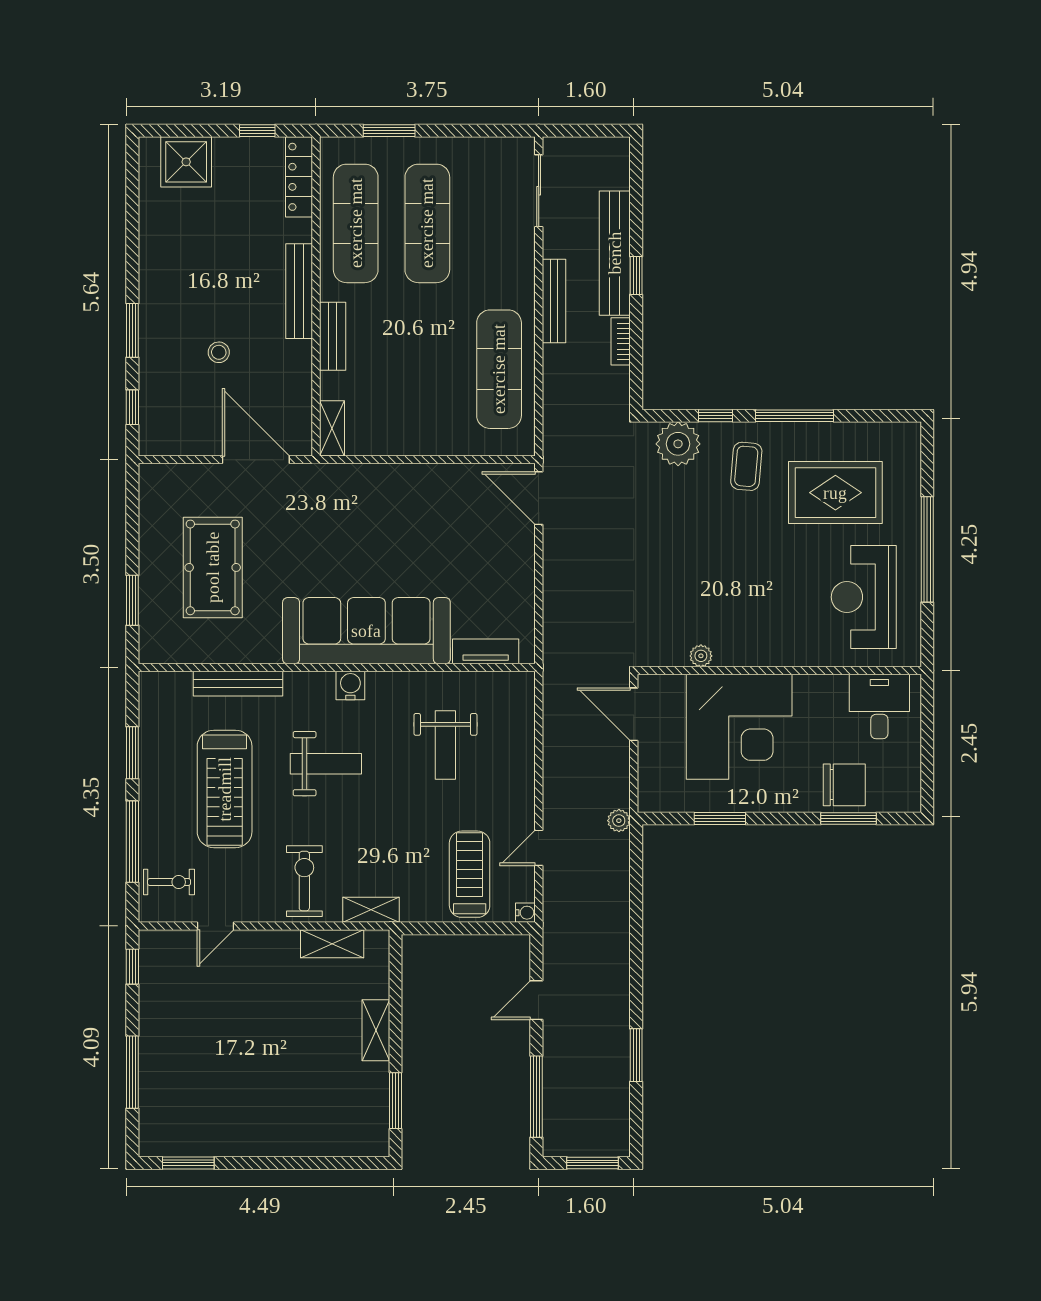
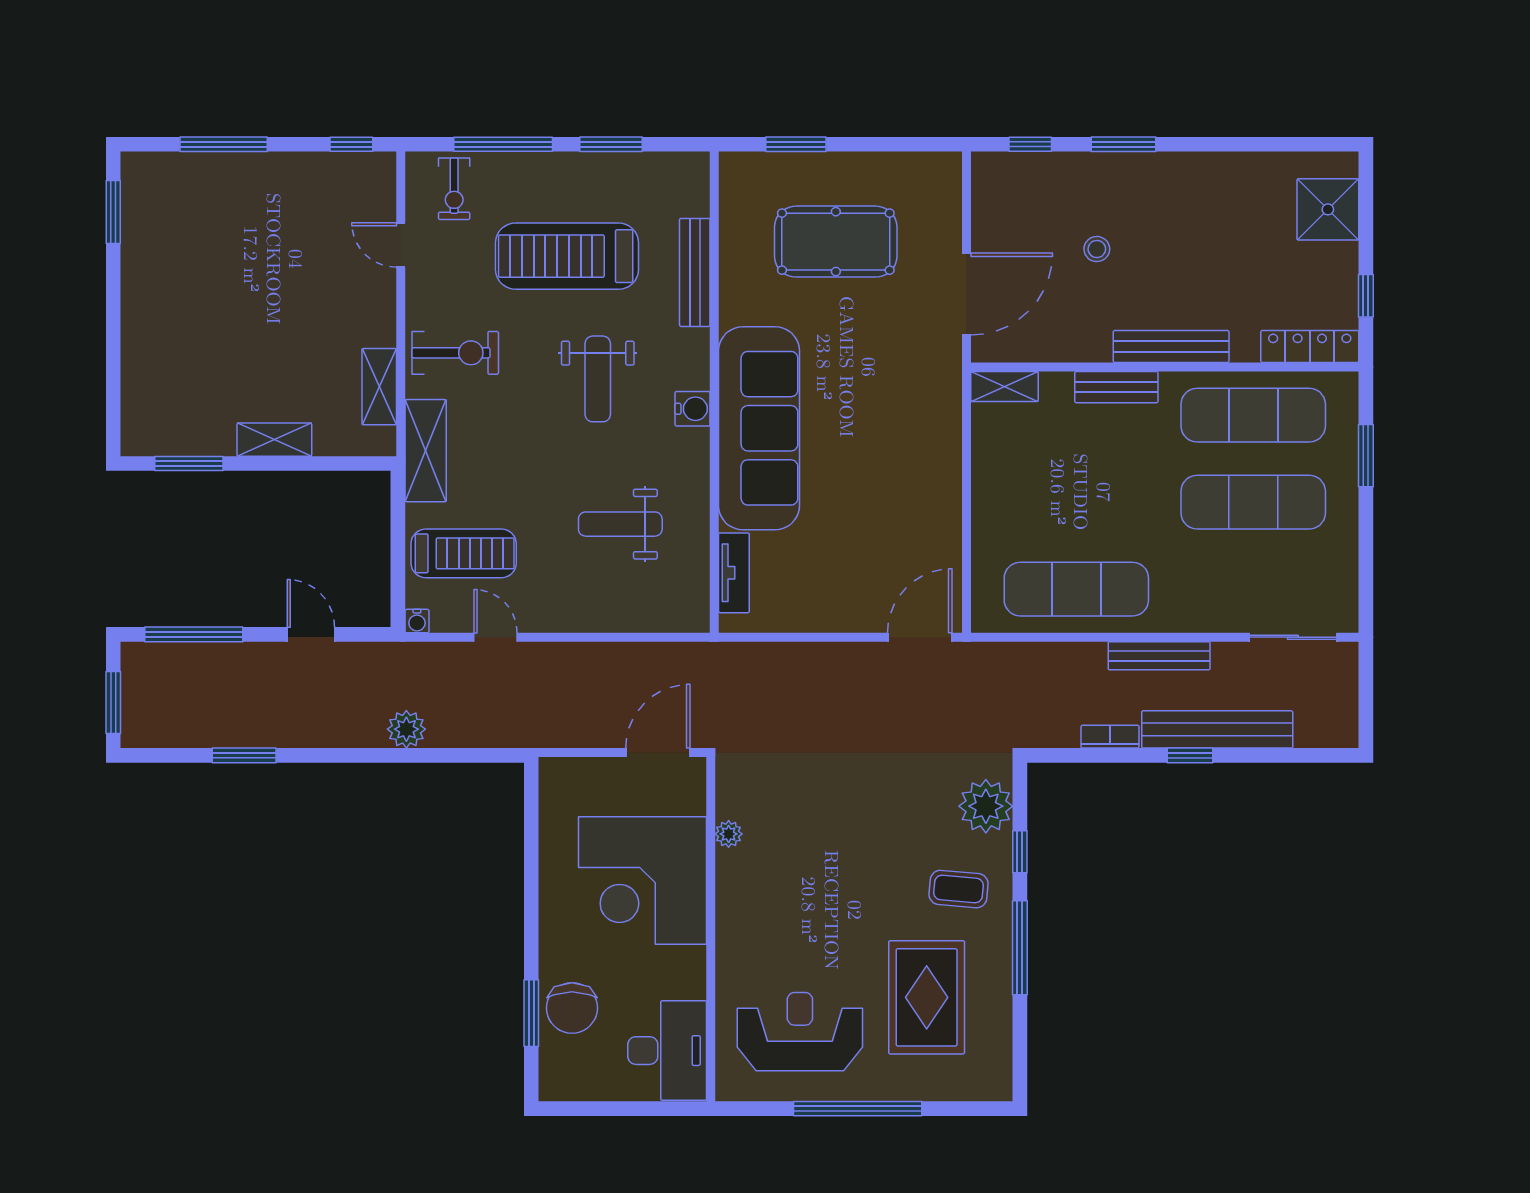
desk: (879, 706) -> (667, 1051), width x1.37
window: (720, 818) -> (531, 857), removed
plant: (619, 821) -> (406, 729), moved, width x1.38, depth x1.38
shelving: (371, 910) -> (426, 451), width x1.50, depth x1.33

